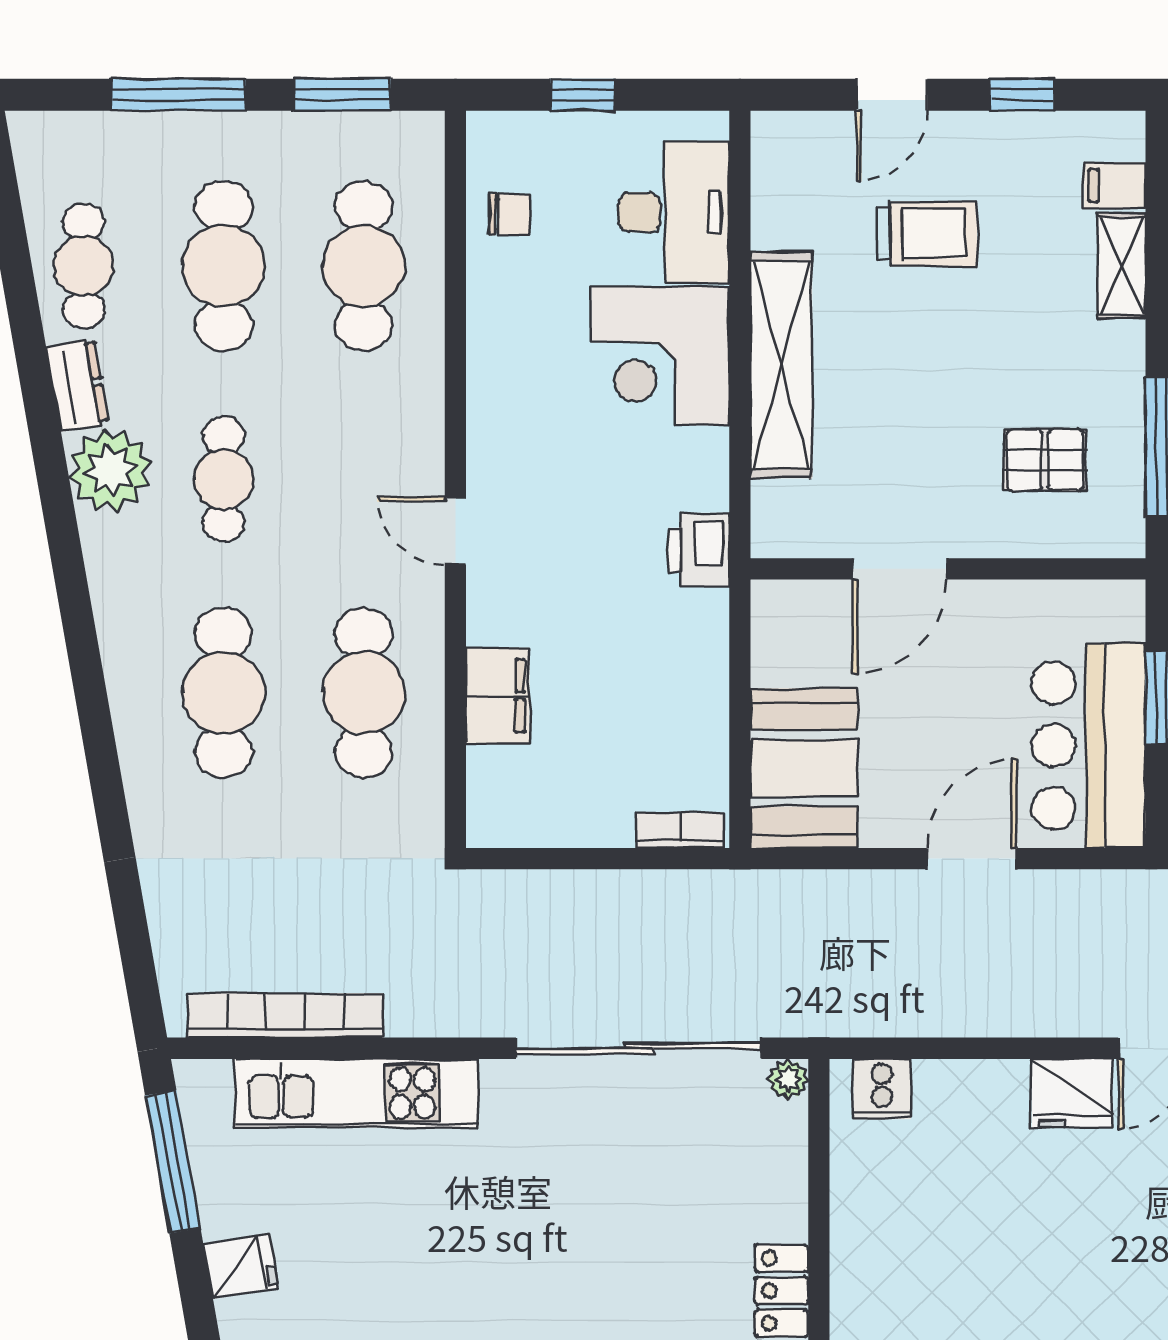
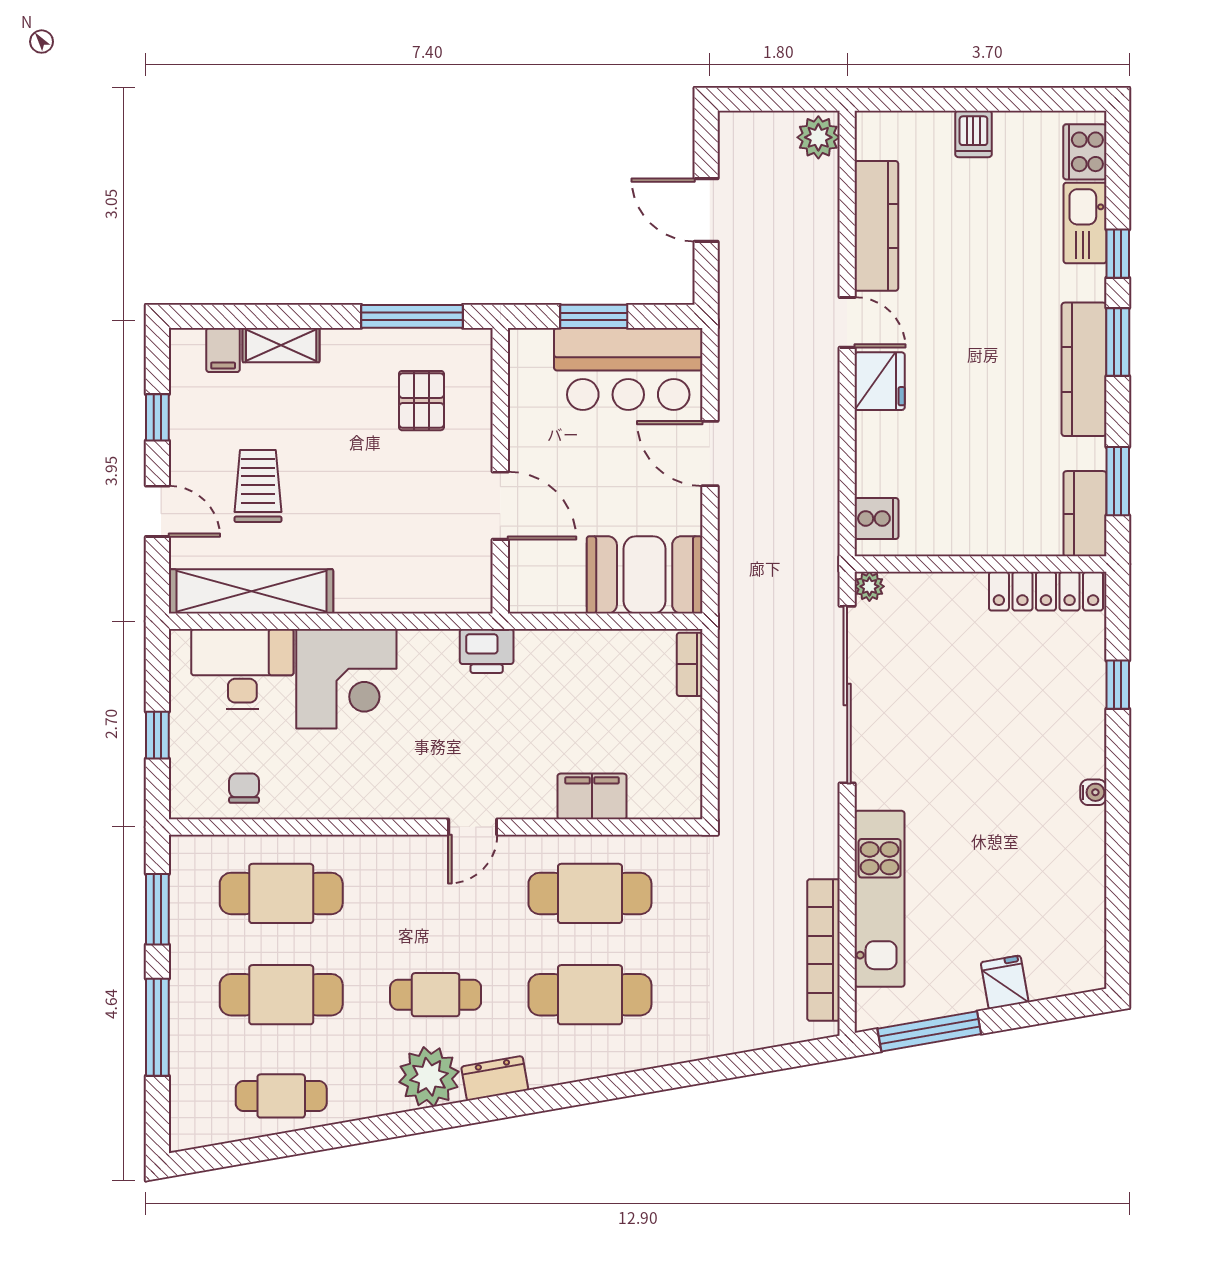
shelving: (781, 365) -> (252, 591), moved
dresser: (77, 385) -> (495, 1078), moved

